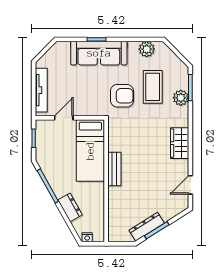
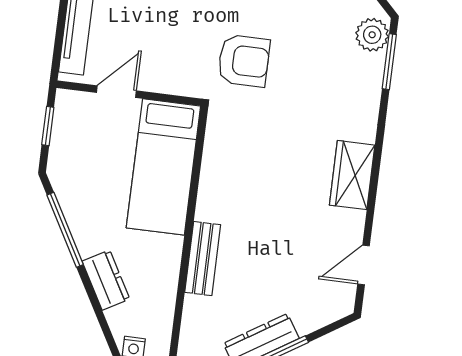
coffee table: (153, 87) -> (311, 50), removed
plant: (181, 98) -> (372, 35), moved
bench: (114, 169) -> (203, 259), moved

